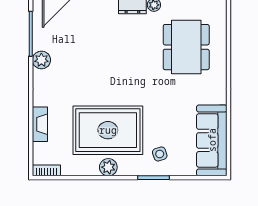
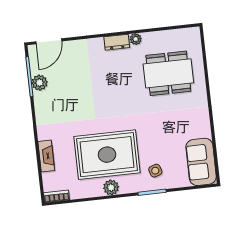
dining table: (186, 47) -> (168, 73), turned 90
plant: (41, 60) -> (40, 83), moved
sofa: (212, 140) -> (201, 162), width x0.73

